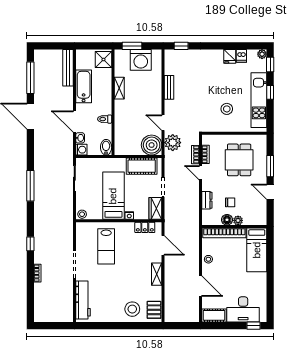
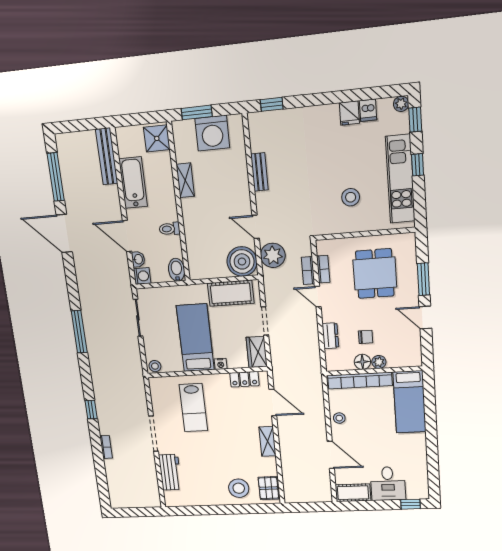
workbench: (83, 300) -> (170, 472), width x0.73
desk: (243, 309) -> (388, 484), width x0.73

